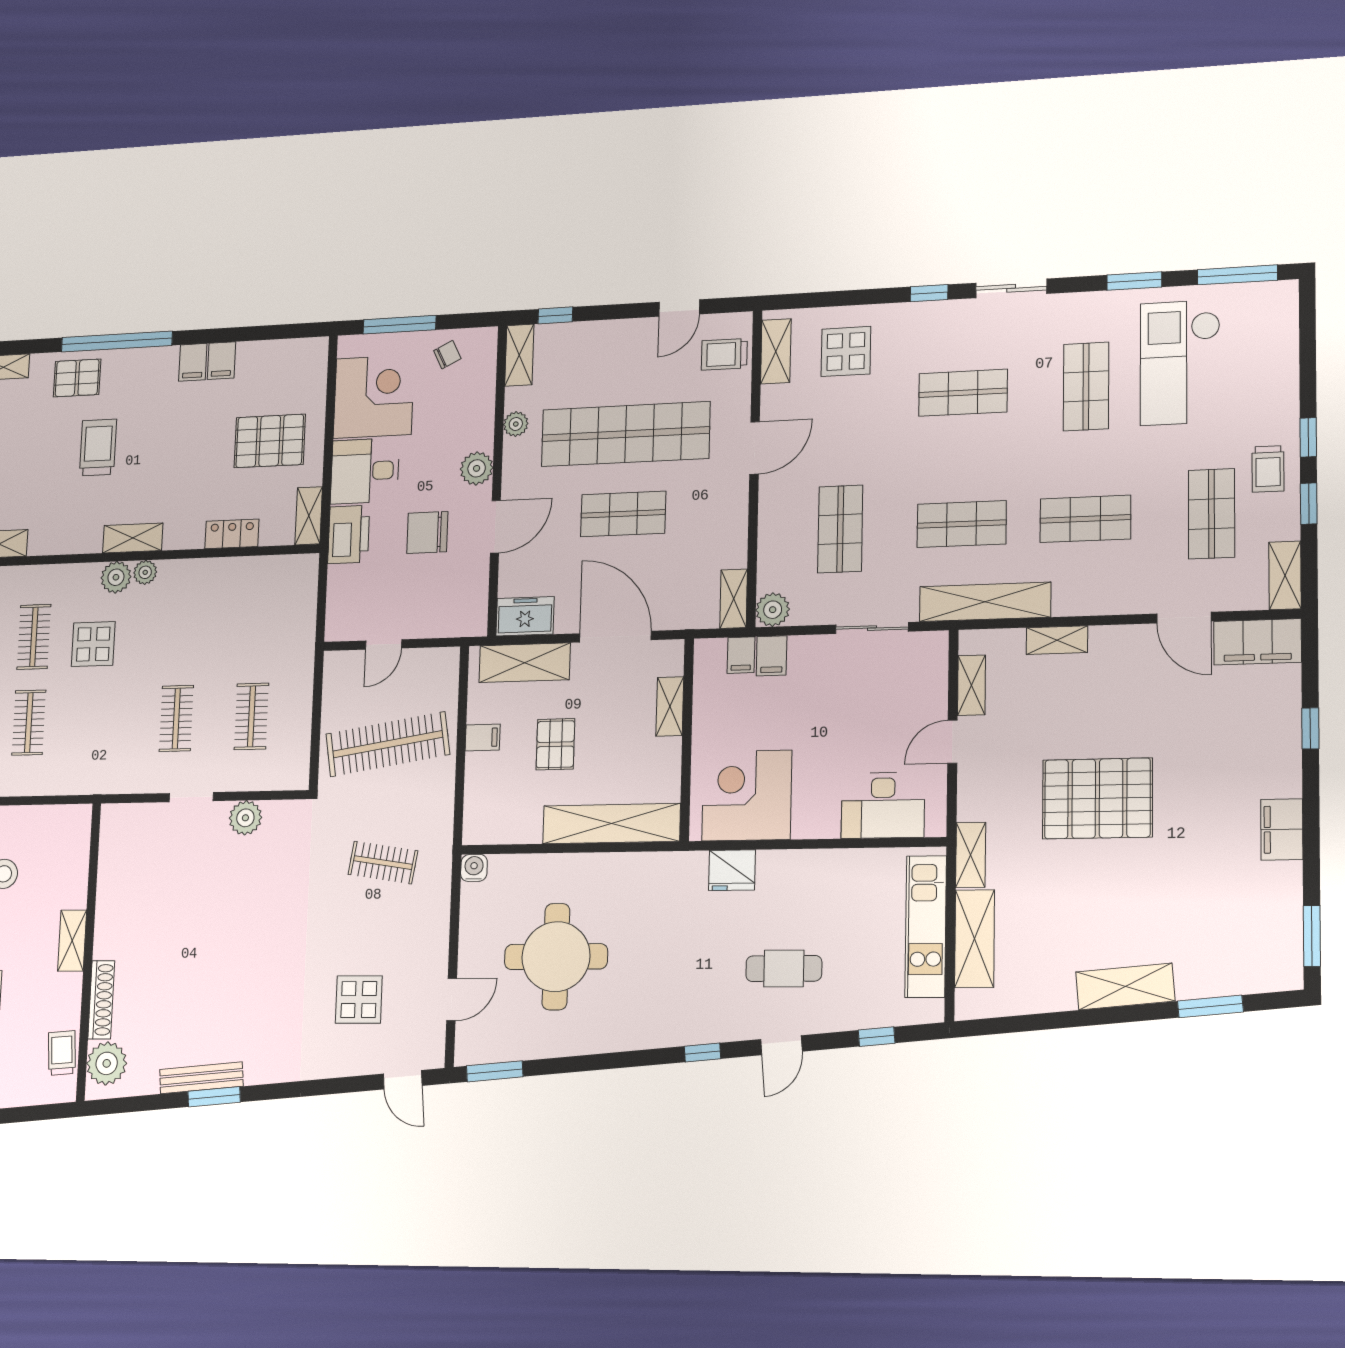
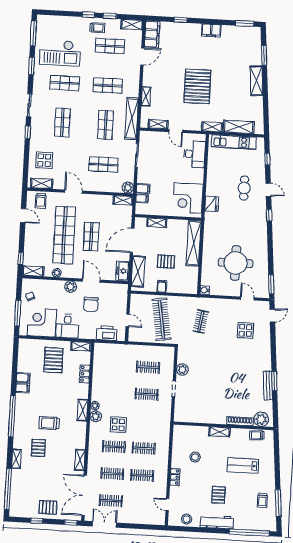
pallet: (77, 378) -> (38, 448), moved
shop shelf: (1085, 519) -> (108, 85), turned 90
printer: (349, 535) -> (107, 333), moved

